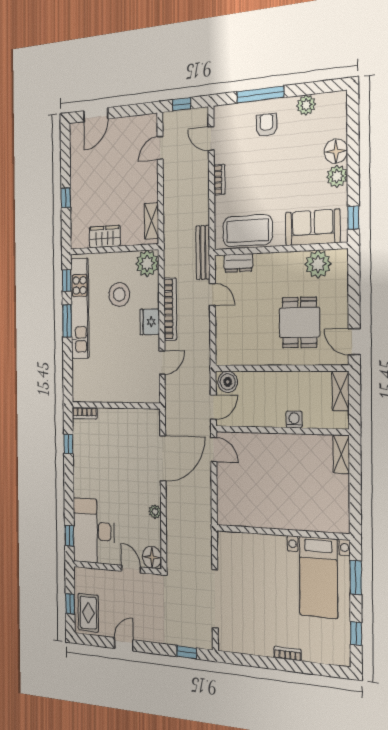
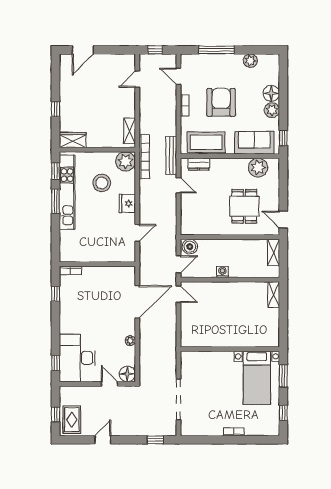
armchair: (267, 125) -> (221, 102), moved, width x1.88, depth x1.88
wardrobe: (105, 237) -> (73, 140), moved
bookcase: (170, 309) -> (144, 157), moved
washing machine: (294, 420) -> (222, 272), moved

